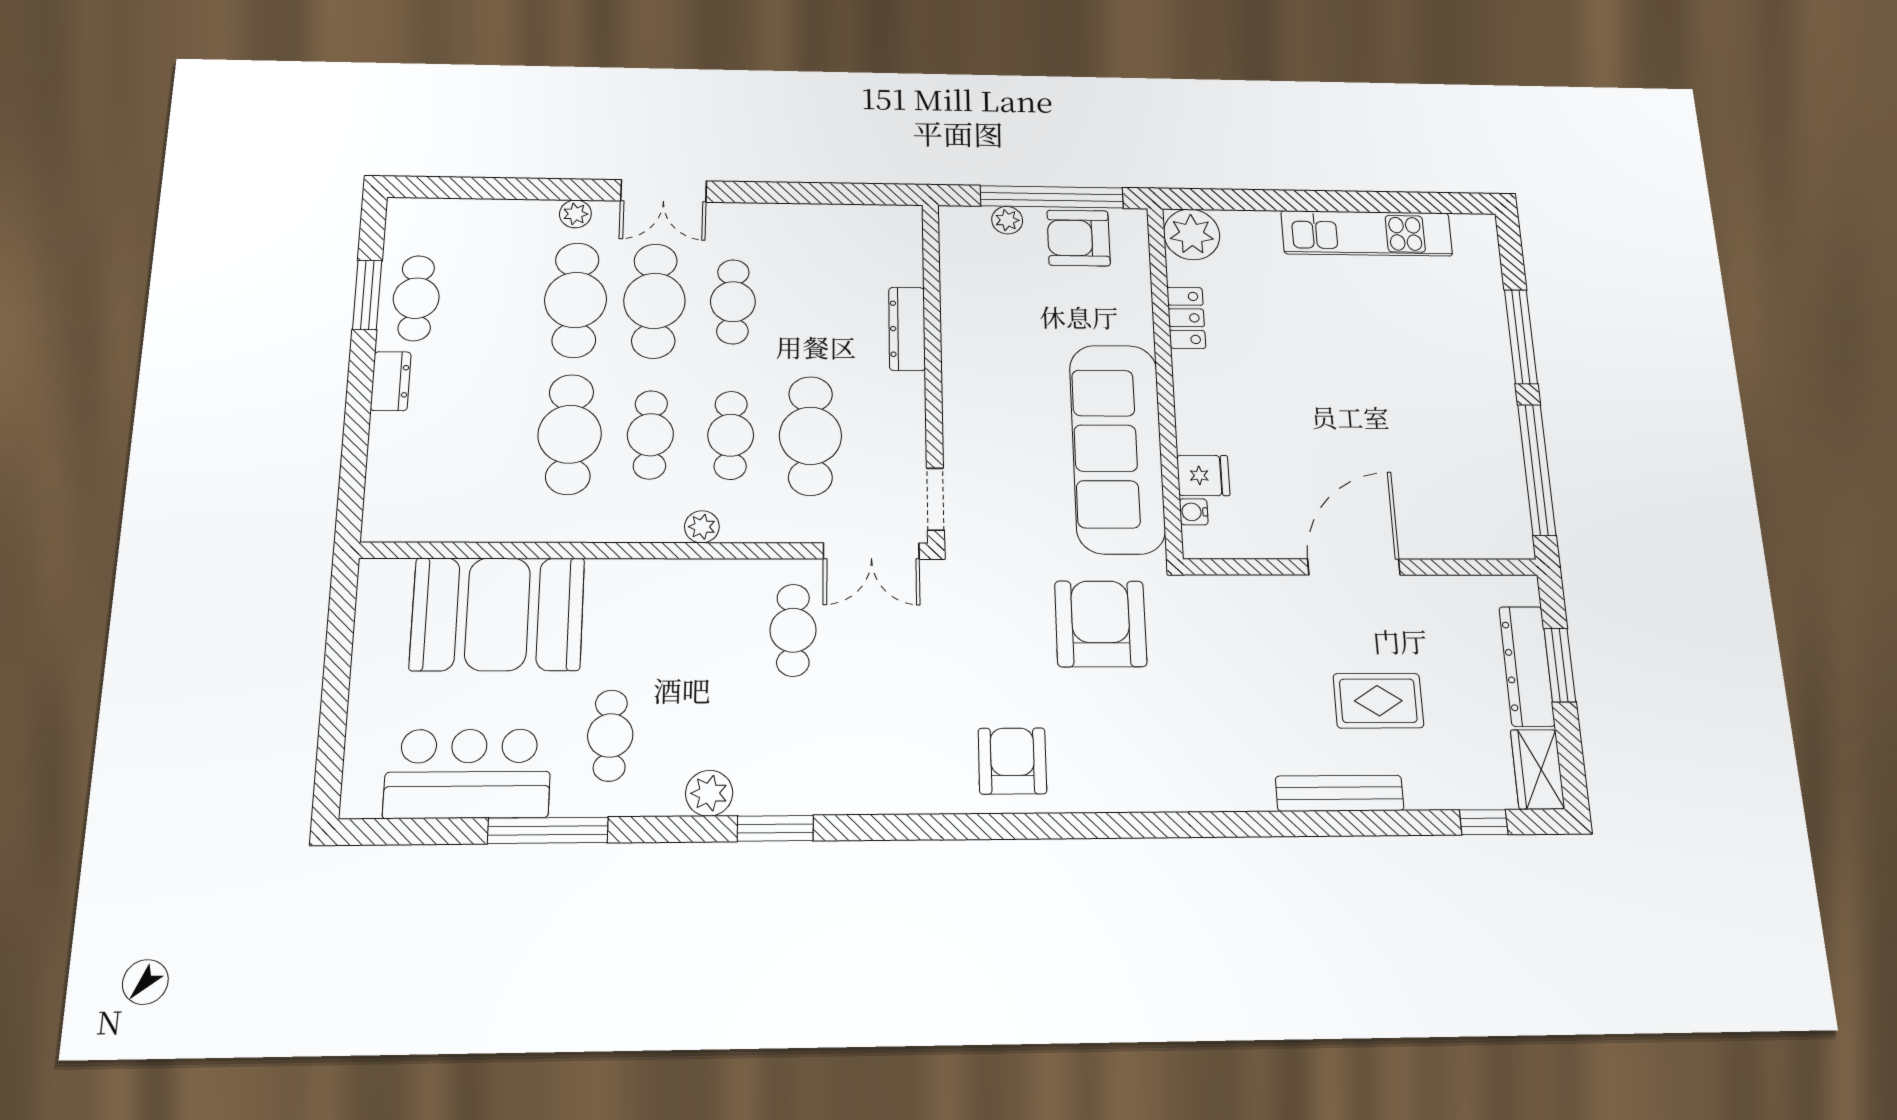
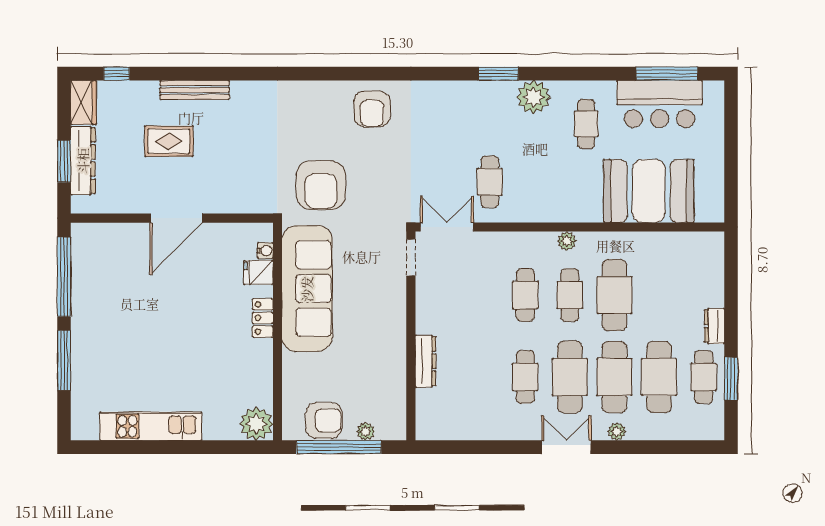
locker: (1186, 318) -> (263, 318), moved
cafe table: (810, 436) -> (659, 377), moved
plant: (702, 527) -> (567, 241), moved
plant: (709, 793) -> (533, 97), width x1.36, depth x1.36
window: (548, 830) -> (667, 74), moved

